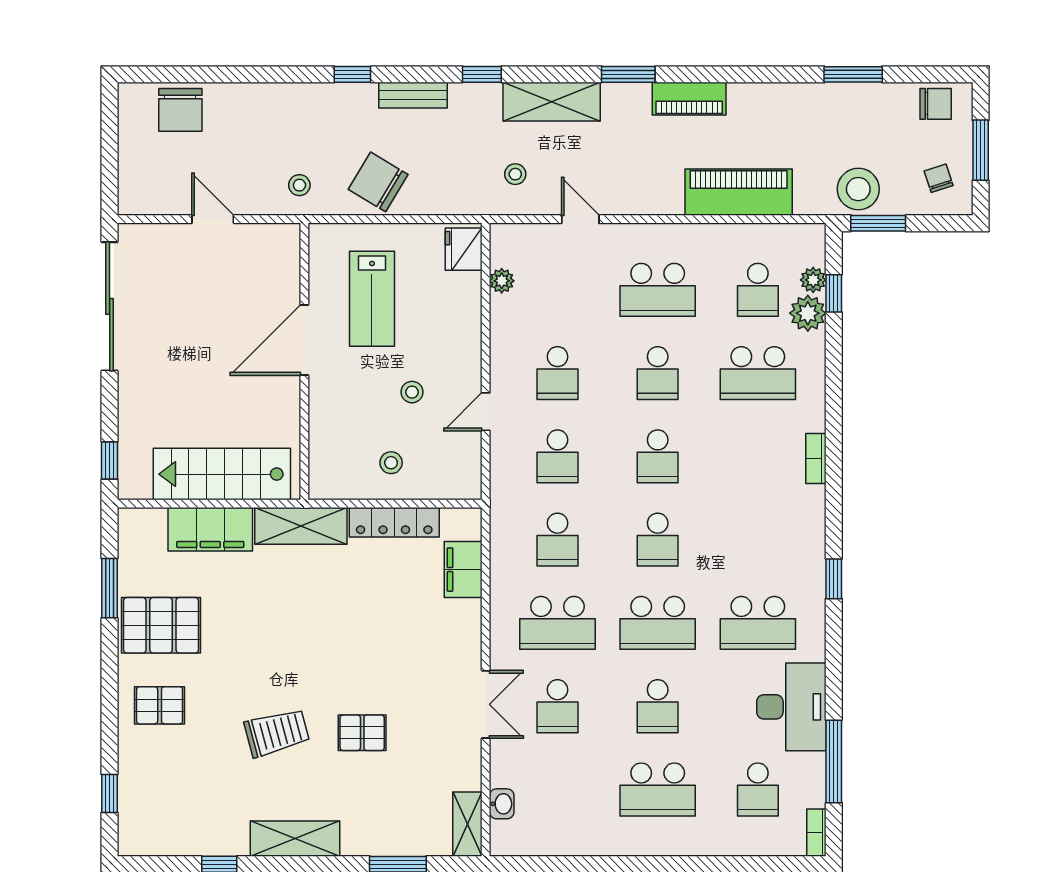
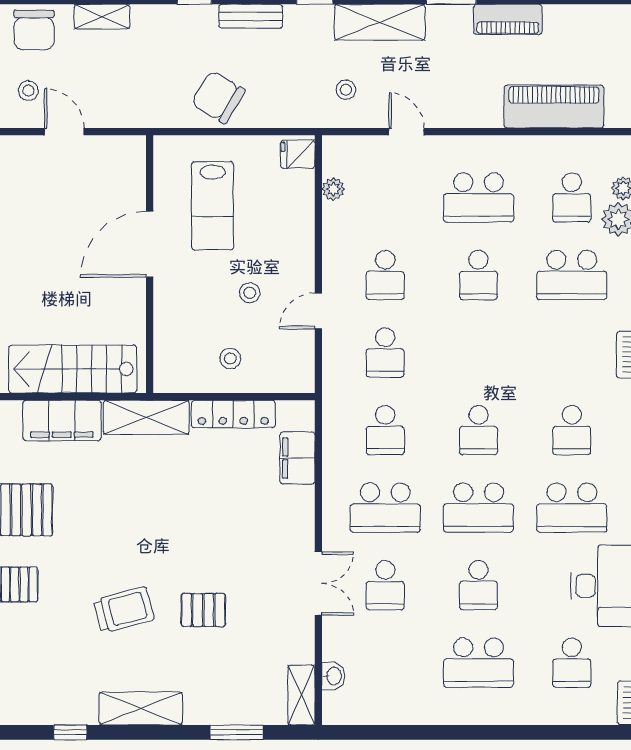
shelving: (253, 96) -> (102, 17), added
stool: (299, 185) -> (28, 91), moved
fridge: (464, 249) -> (298, 154), width x0.72
school desk: (658, 456) -> (572, 430), moved

